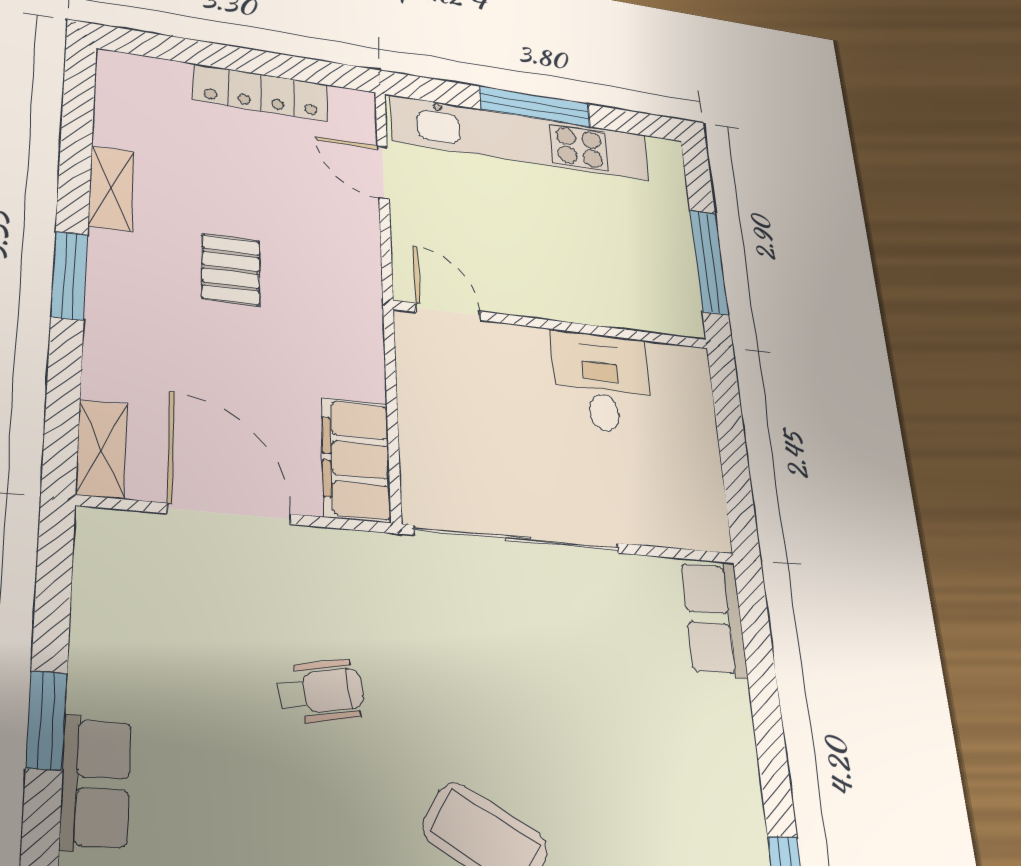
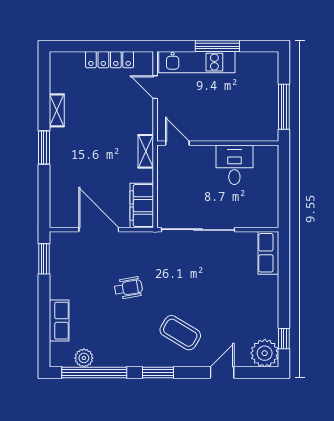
kitchen unit: (521, 138) -> (197, 62), width x0.73
pallet: (231, 270) -> (99, 137), removed
shelving: (102, 449) -> (146, 151), moved
window: (47, 720) -> (44, 259), moved

